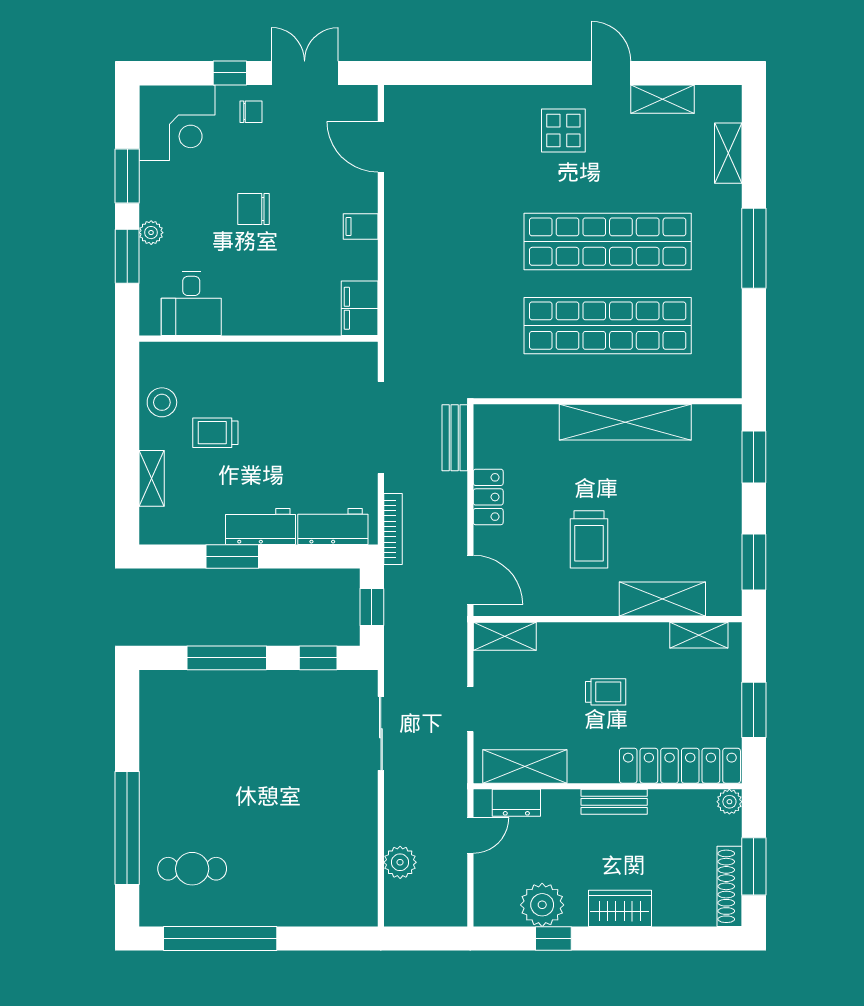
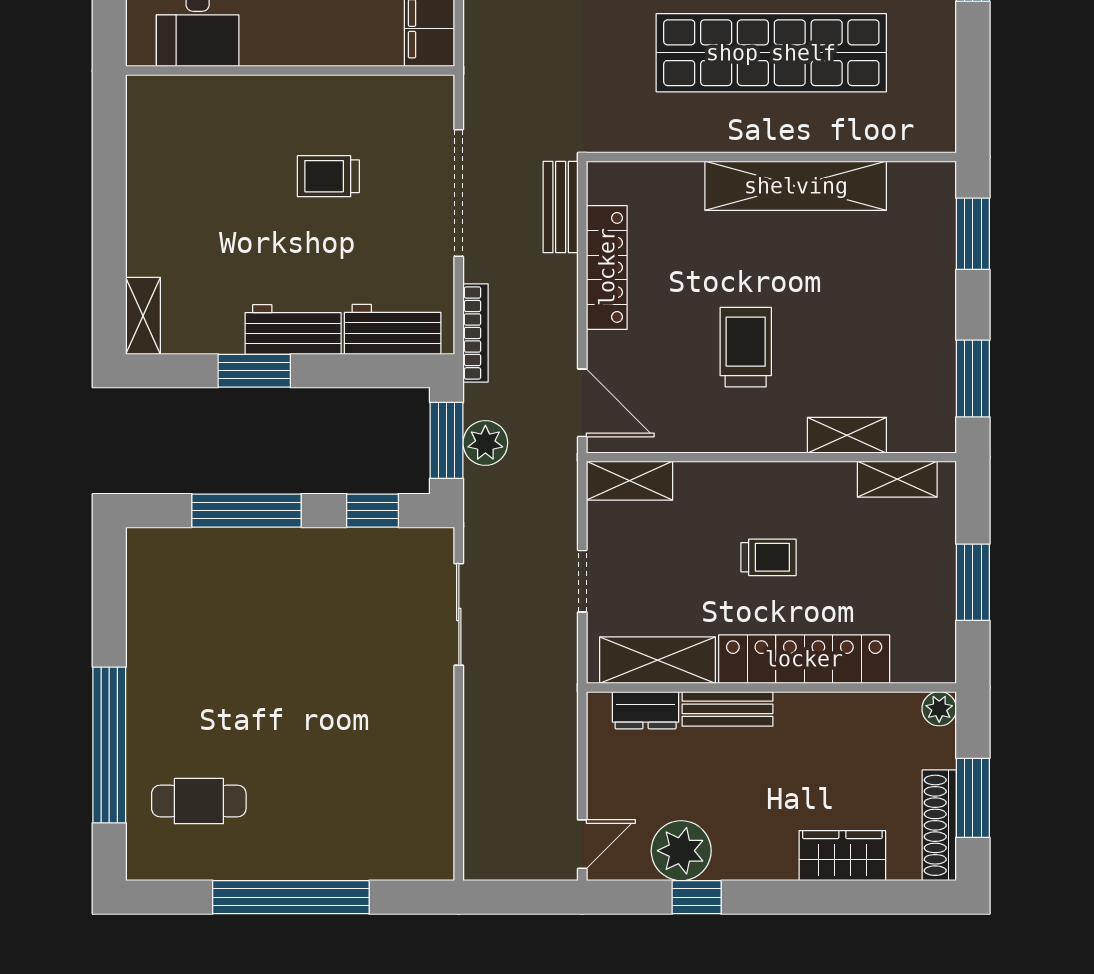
stool: (162, 402) -> (157, 158), removed
trolley: (215, 433) -> (328, 176), moved
shelving: (152, 478) -> (143, 316), moved
locker: (488, 497) -> (607, 267), width x1.53
trolley: (589, 539) -> (746, 347), turned 180
shelving: (662, 599) -> (847, 435), width x0.67, depth x0.75
window: (372, 607) -> (446, 440), width x1.50
locker: (680, 766) -> (804, 659), moved
bench: (614, 802) -> (727, 709), moved
door: (470, 835) -> (582, 844), moved
plant: (400, 862) -> (485, 443), moved
wardrobe: (620, 908) -> (842, 856), moved
window: (220, 938) -> (291, 897), moved

